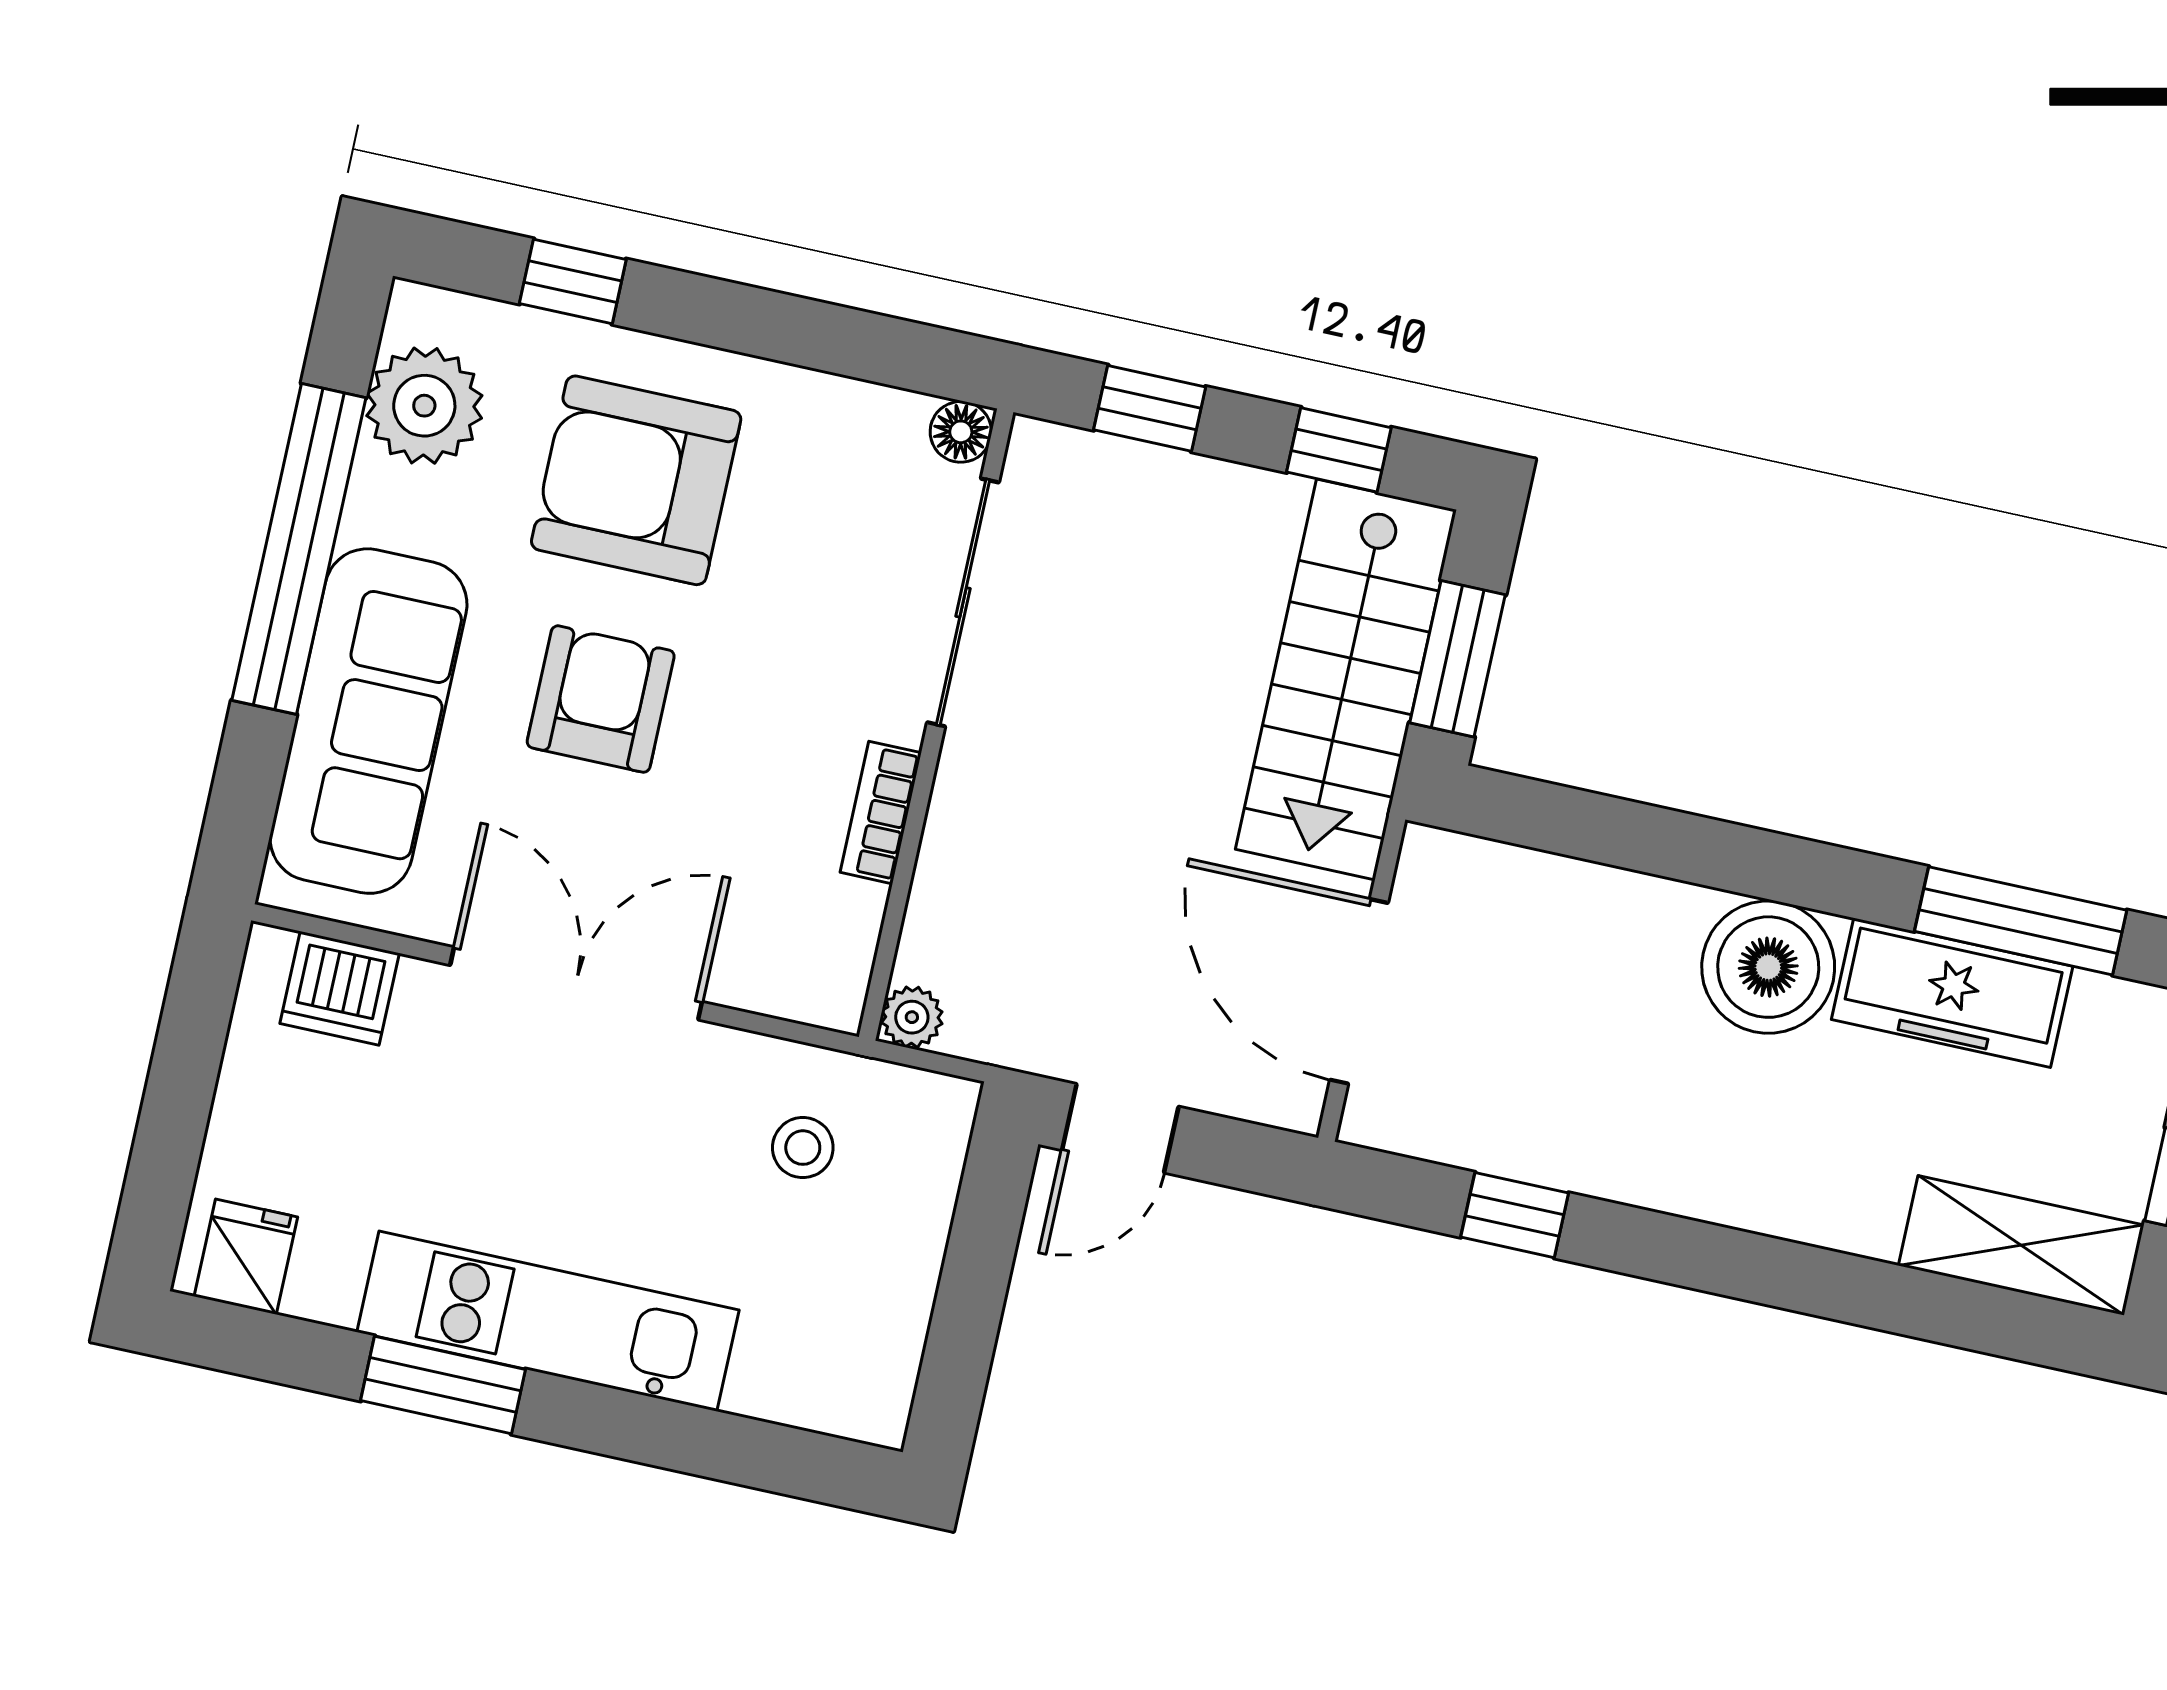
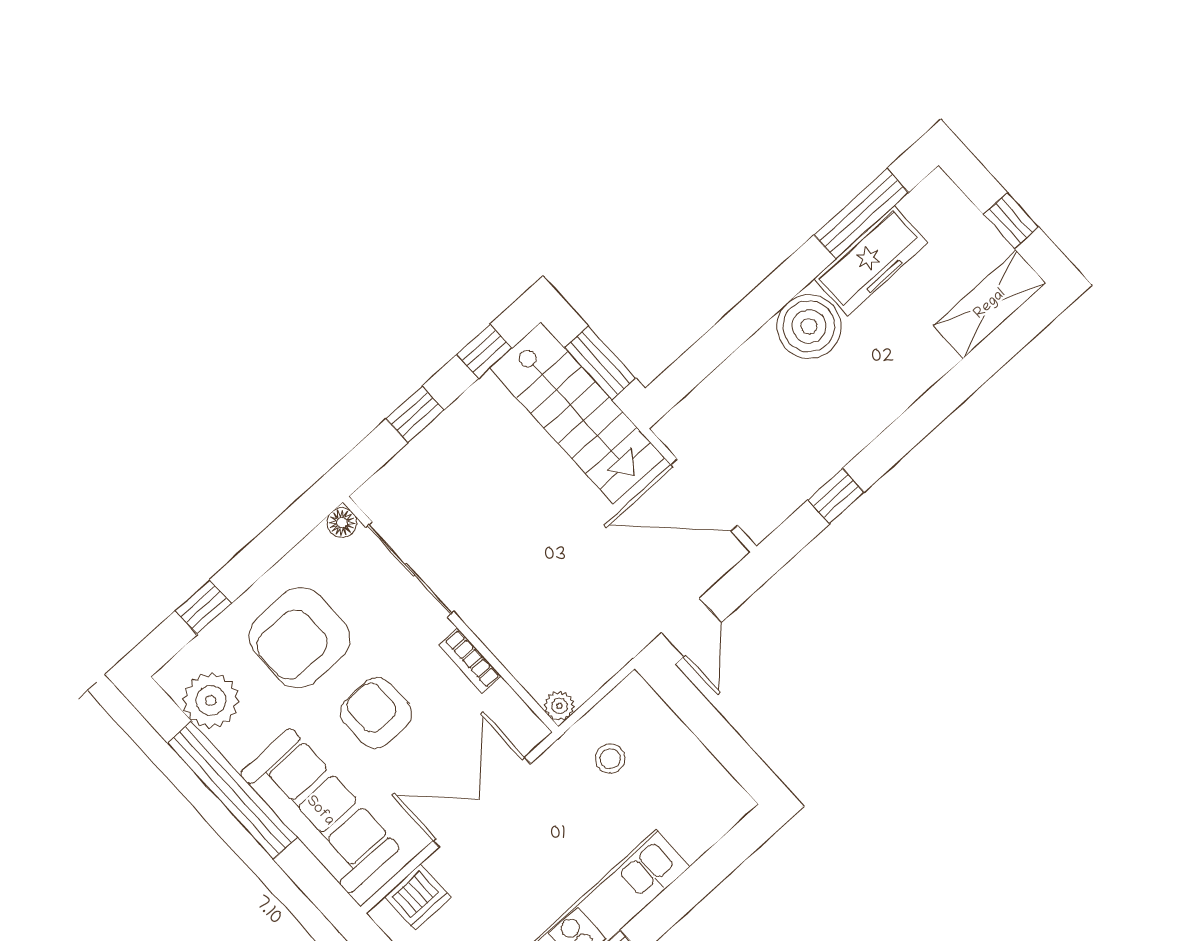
floor lamp: (961, 432) -> (342, 523), moved
sliding door: (963, 602) -> (410, 570), moved
wall: (936, 725) -> (451, 614), moved
bookcase: (881, 813) -> (470, 661), moved
plant: (912, 1017) -> (559, 706), moved

